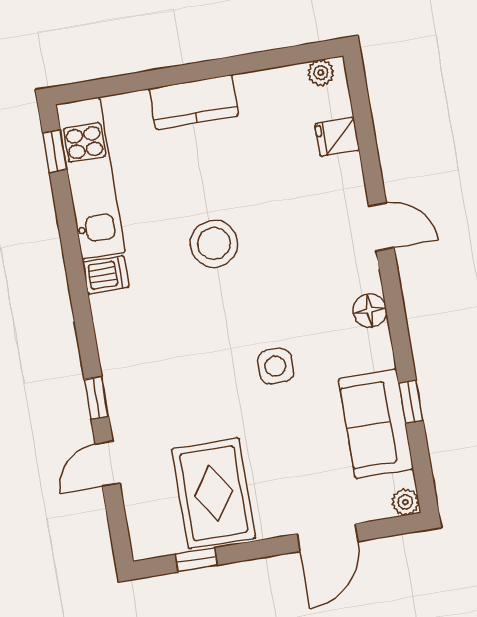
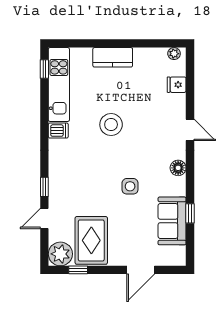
plant: (405, 502) -> (60, 254), moved, width x1.88, depth x1.88

